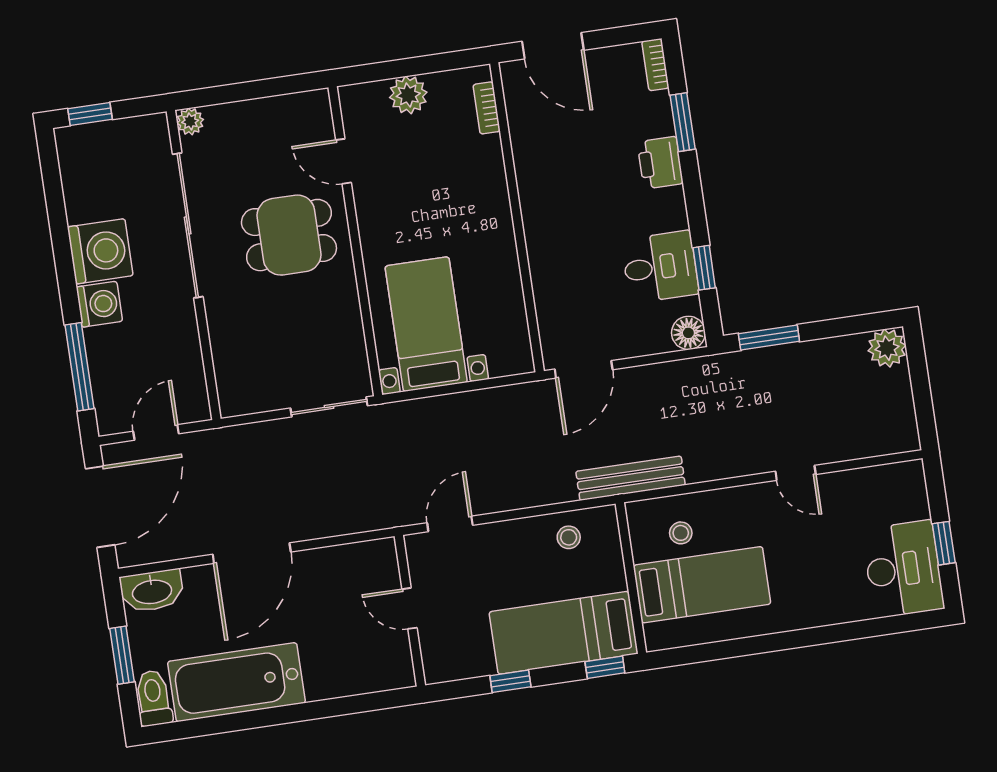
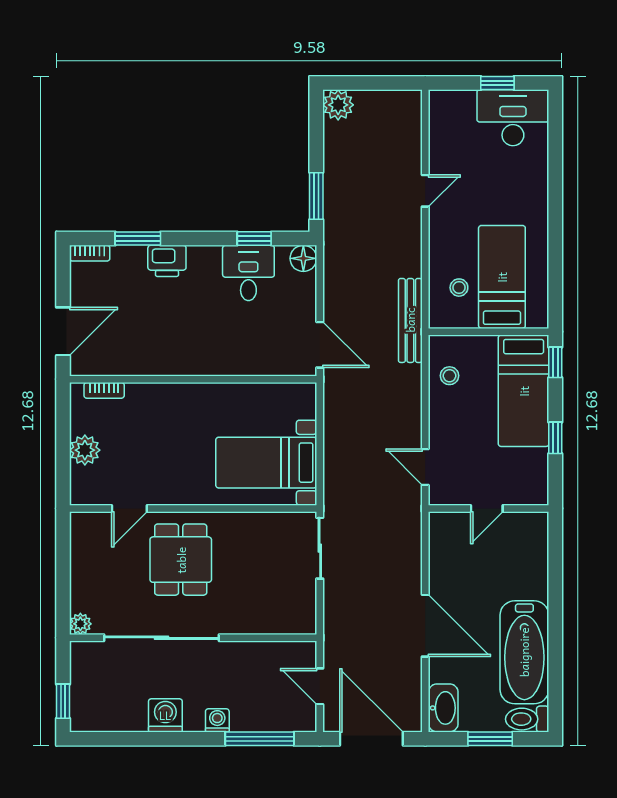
washing machine: (100, 251) -> (165, 715), width x0.73, depth x0.73
washing machine: (99, 304) -> (217, 720), width x0.73, depth x0.73

